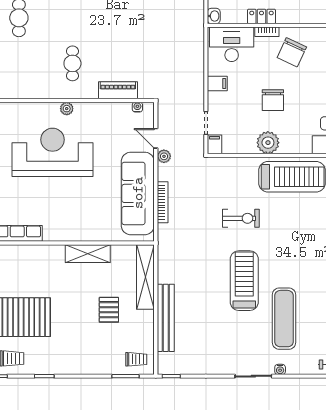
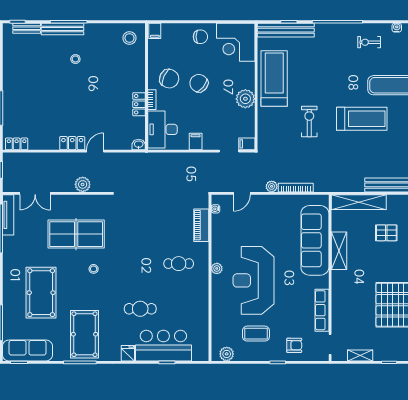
chair: (273, 100) -> (199, 83), moved, turned -141
plant: (164, 156) -> (272, 186), moved
sofa: (138, 193) -> (315, 240), moved, turned 90
treadmill: (244, 281) -> (362, 119), turned 180

